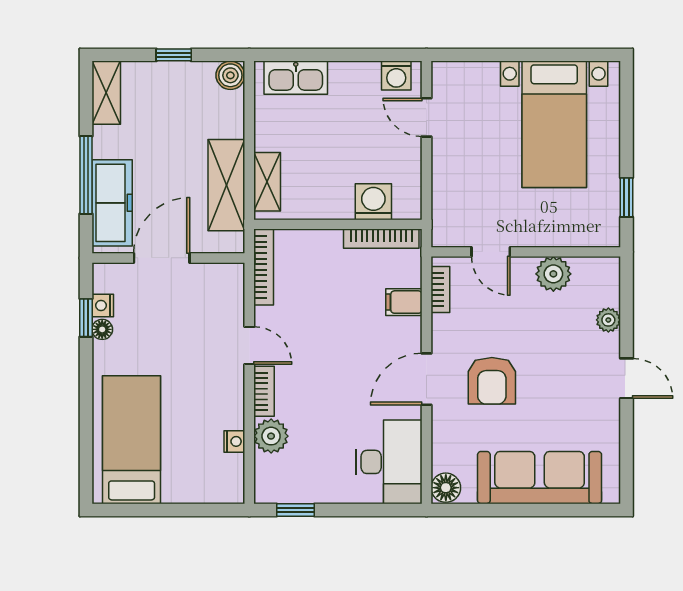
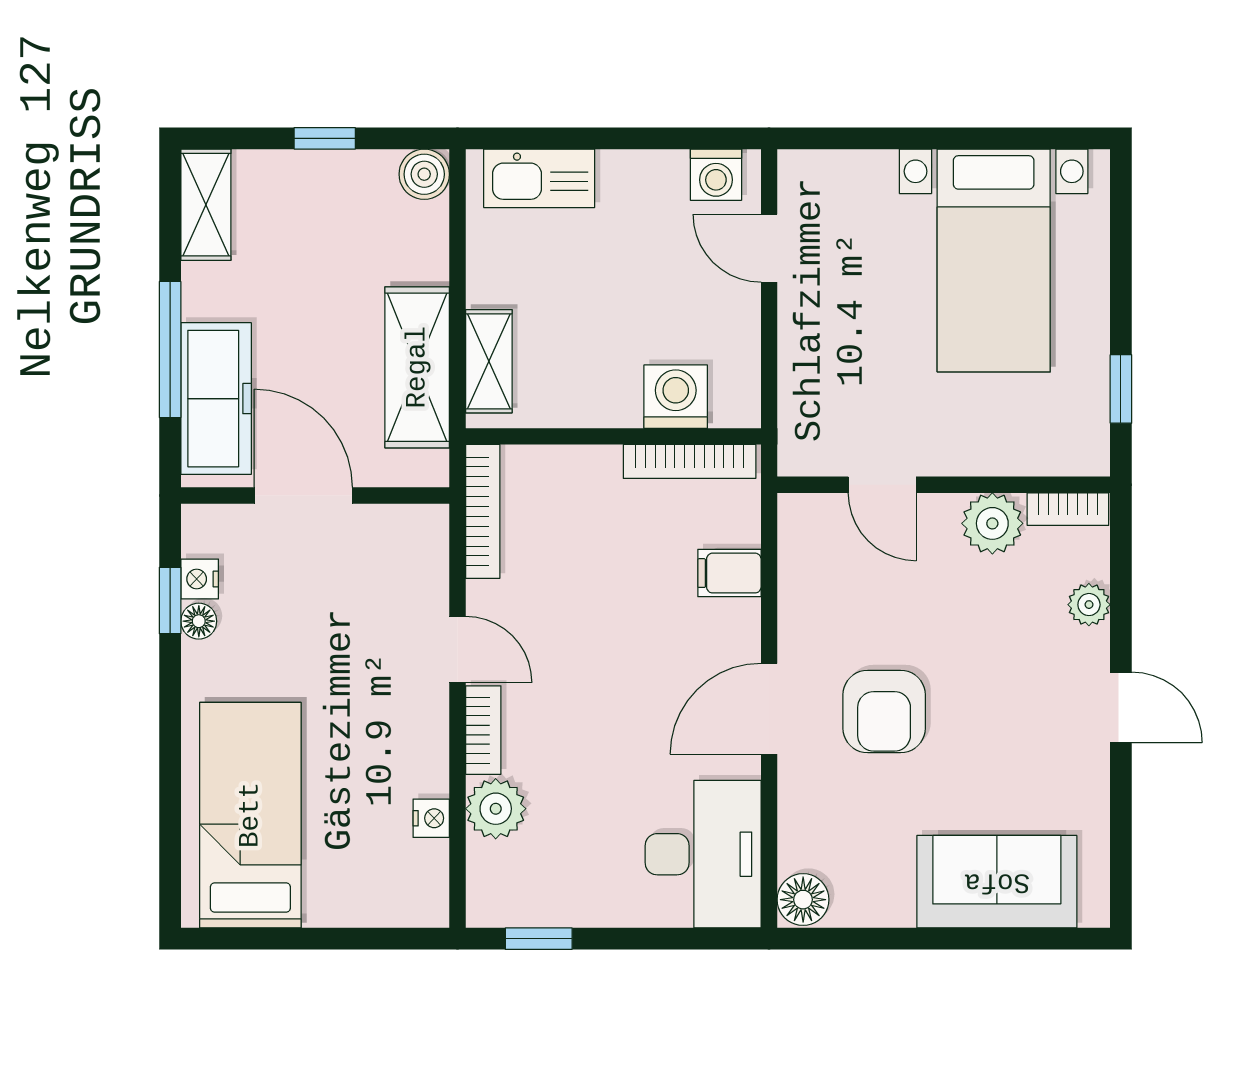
door: (162, 258) -> (303, 496), hinge flipped
bookcase: (440, 290) -> (1068, 509), moved, turned 90
sofa: (540, 478) -> (997, 882), width x0.73

